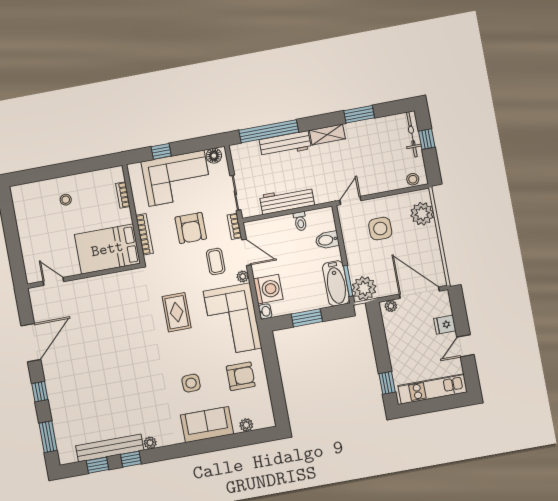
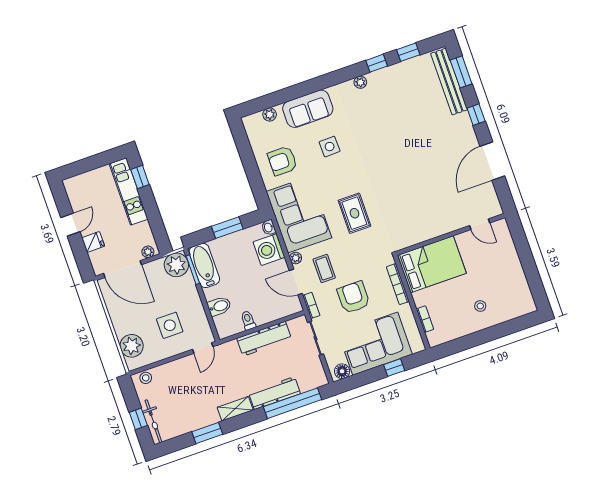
kitchen unit: (433, 389) -> (129, 191), moved, turned 90
bench: (110, 448) -> (449, 82), moved, turned 90

